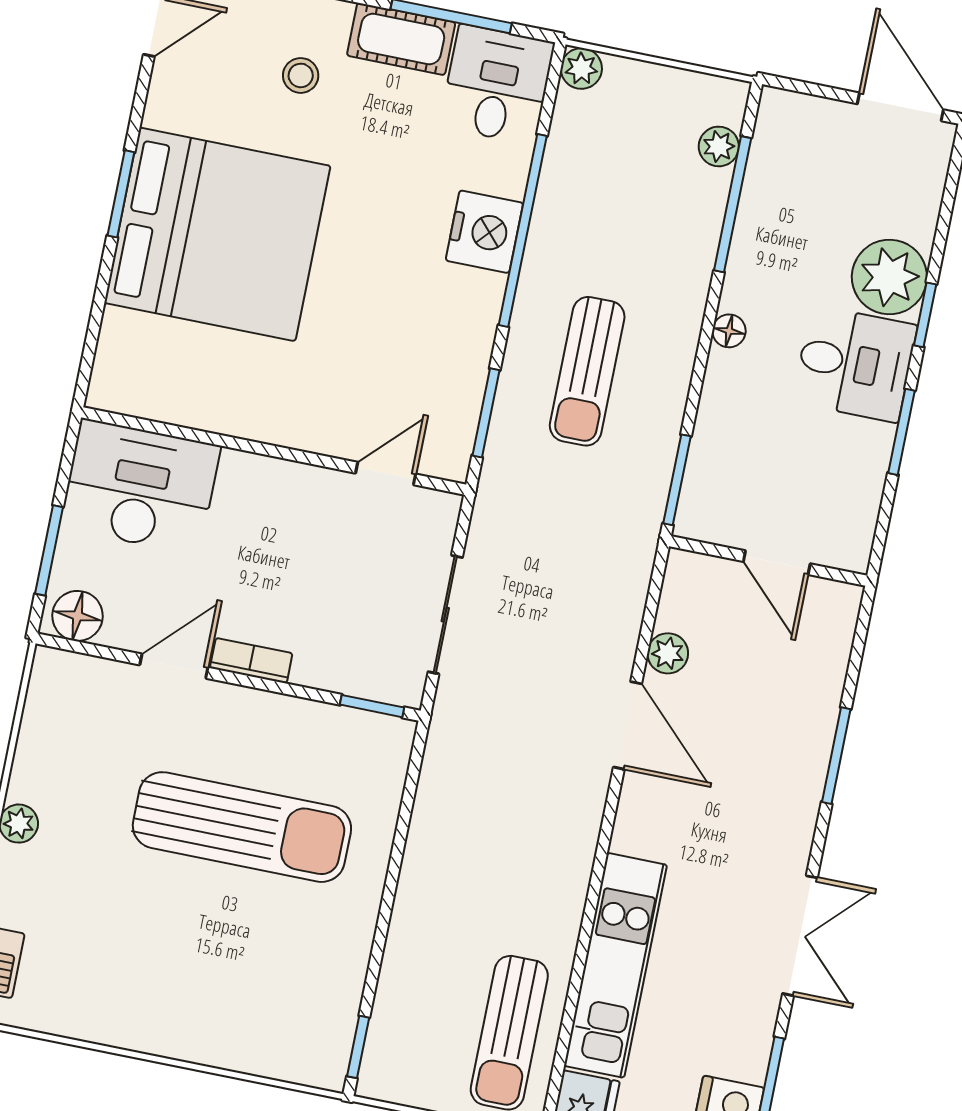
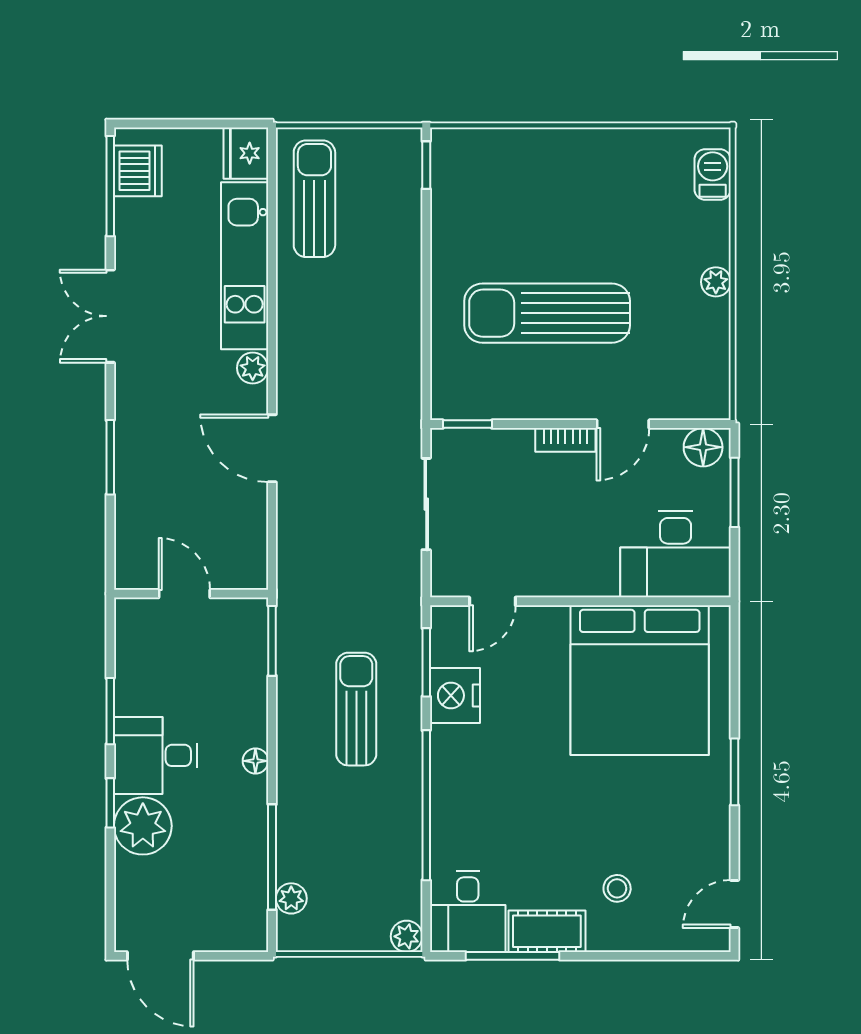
nightstand: (484, 232) -> (455, 695), moved
bed: (217, 234) -> (640, 680), moved, turned -90
plant: (668, 653) -> (253, 368), moved

